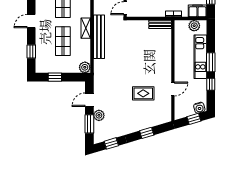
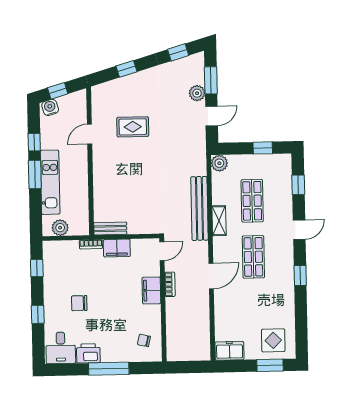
filing cabinet: (197, 11) -> (117, 248), moved

